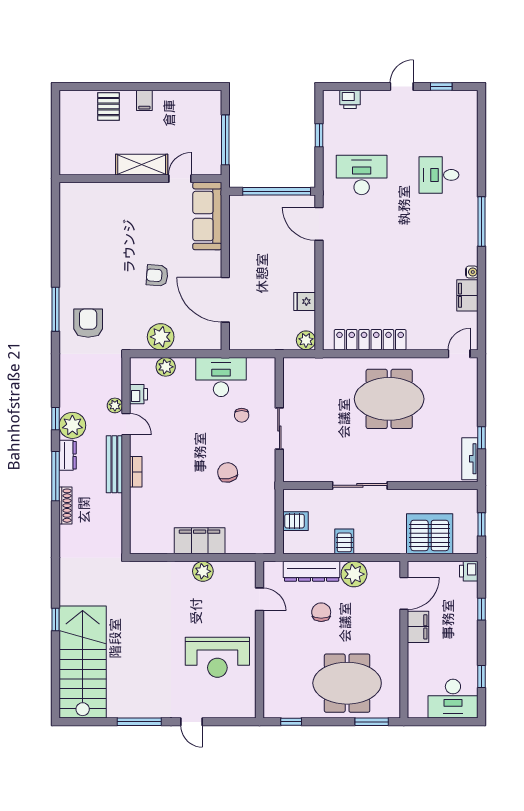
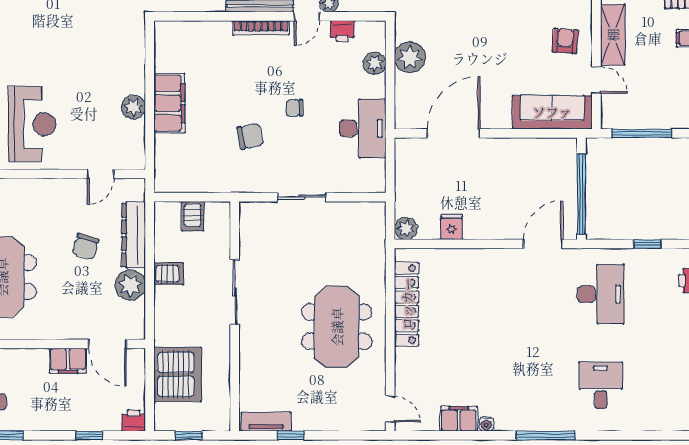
armchair: (157, 275) -> (565, 41), moved
chair: (242, 415) -> (294, 108), moved
bookcase: (136, 472) -> (261, 28), width x1.56
chair: (321, 612) -> (85, 247), turned 107
reception desk: (217, 657) -> (32, 124), turned 180

